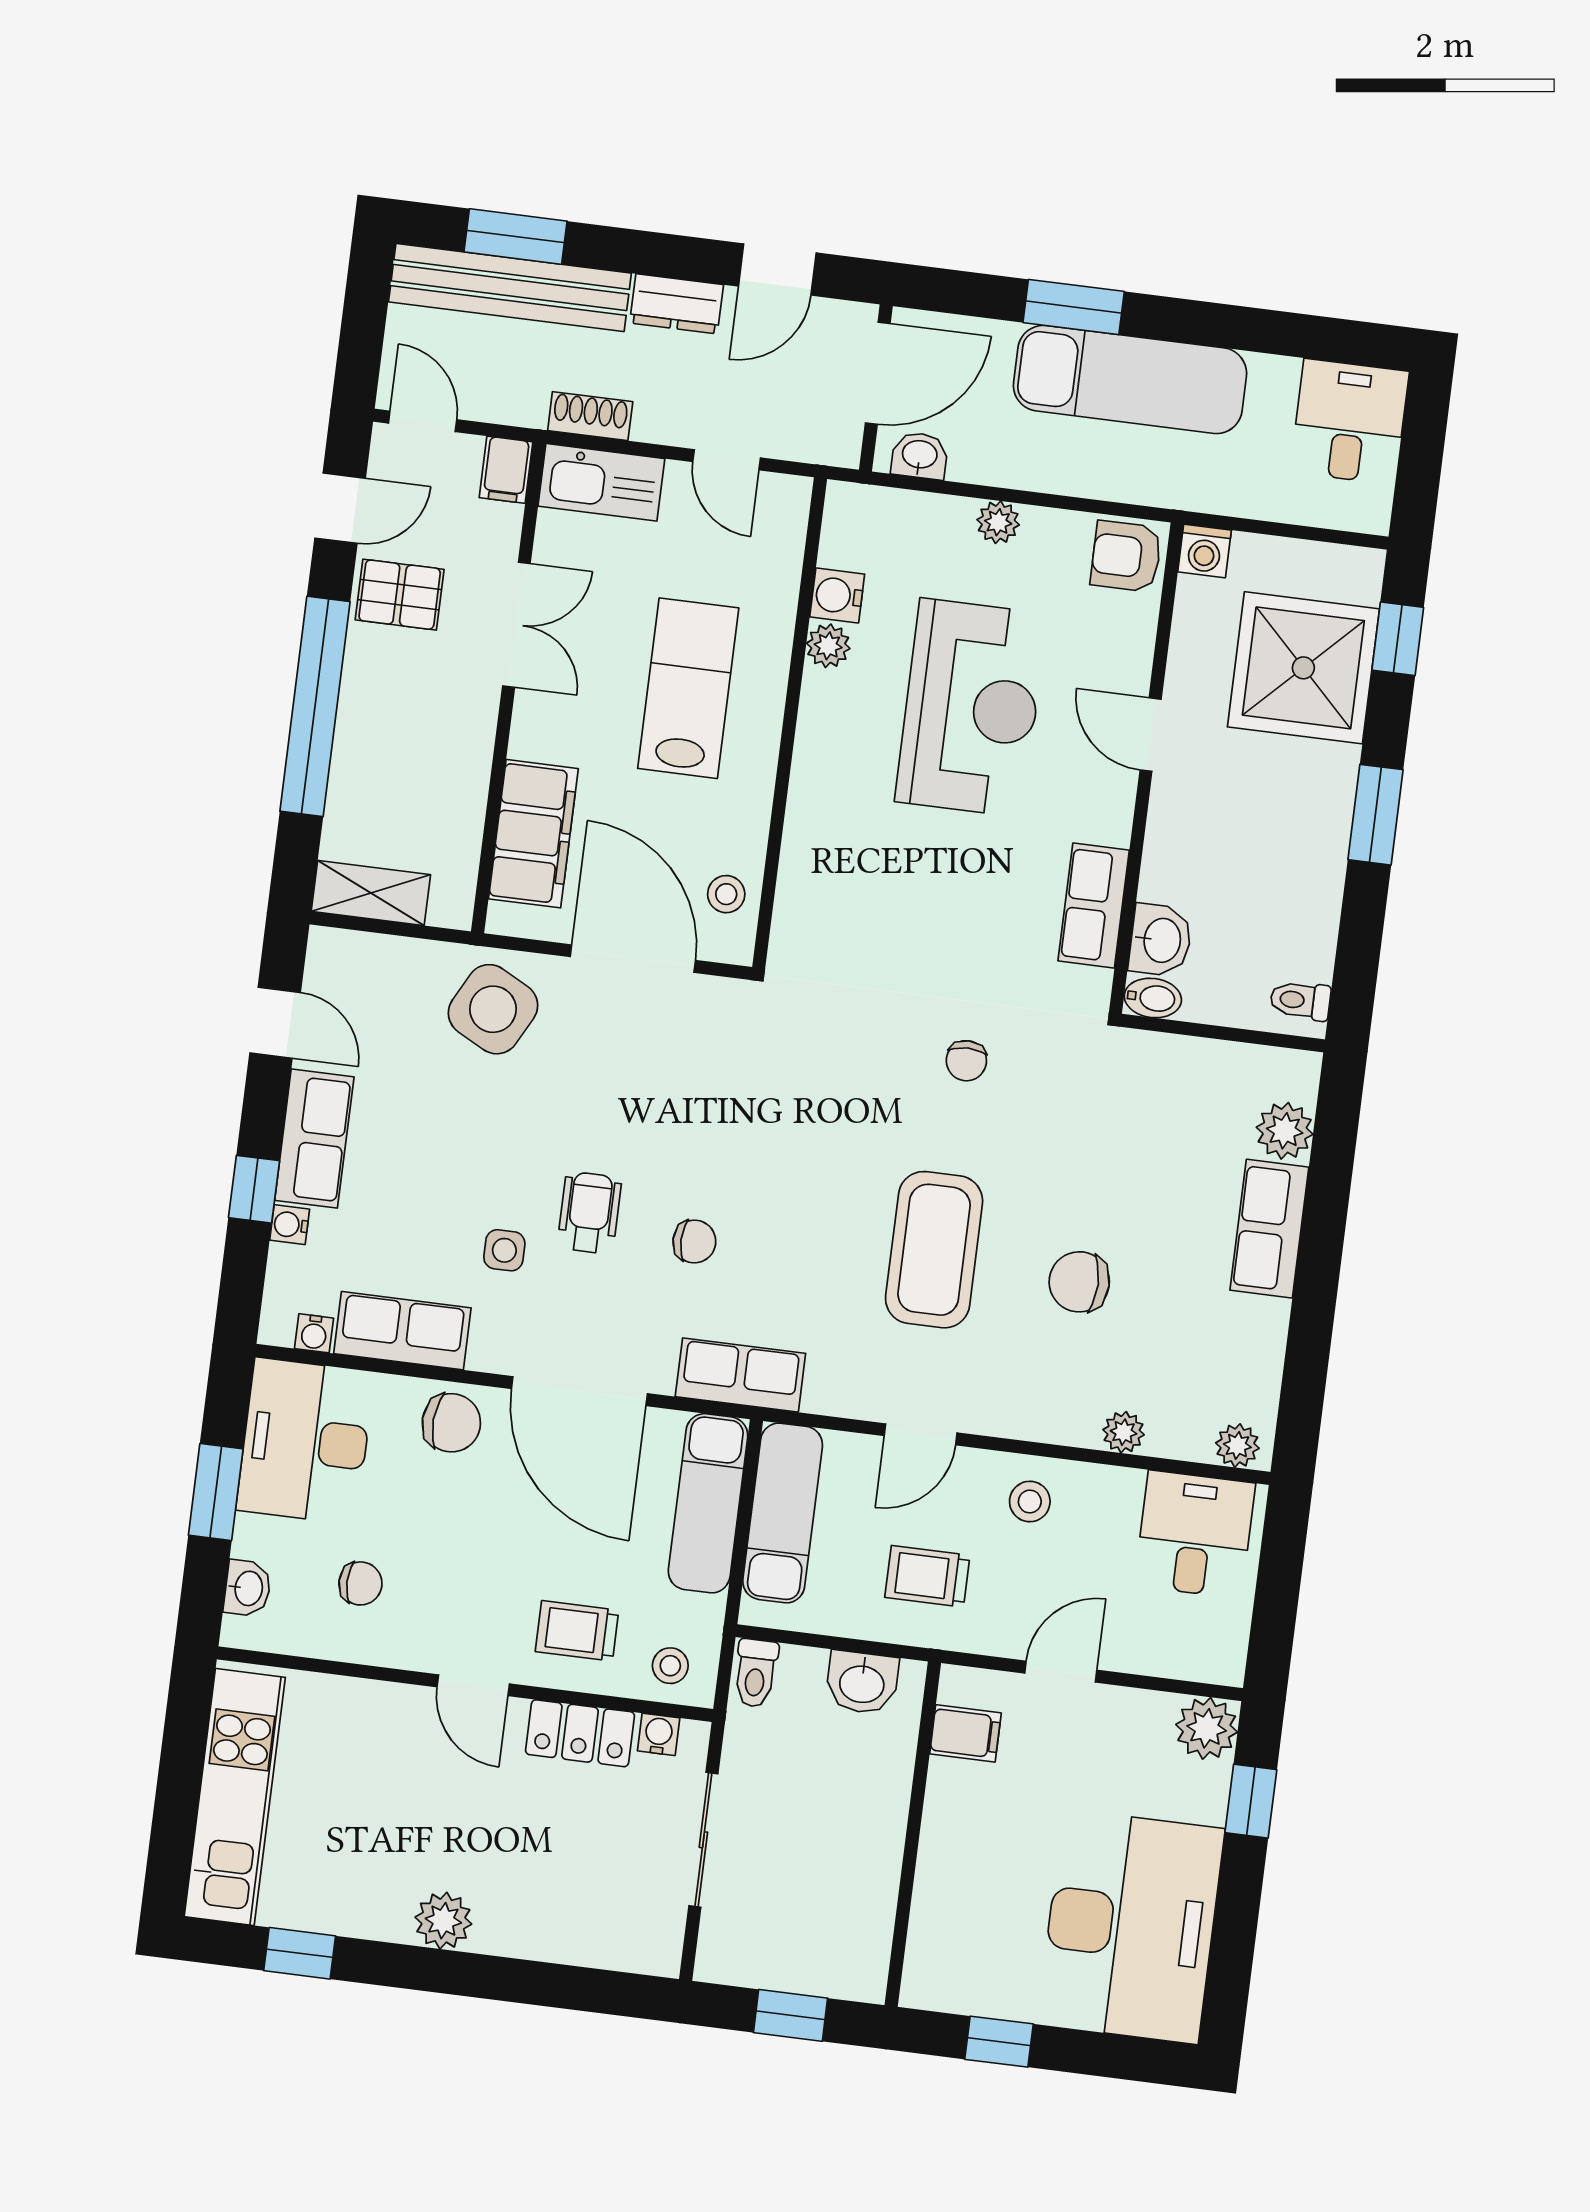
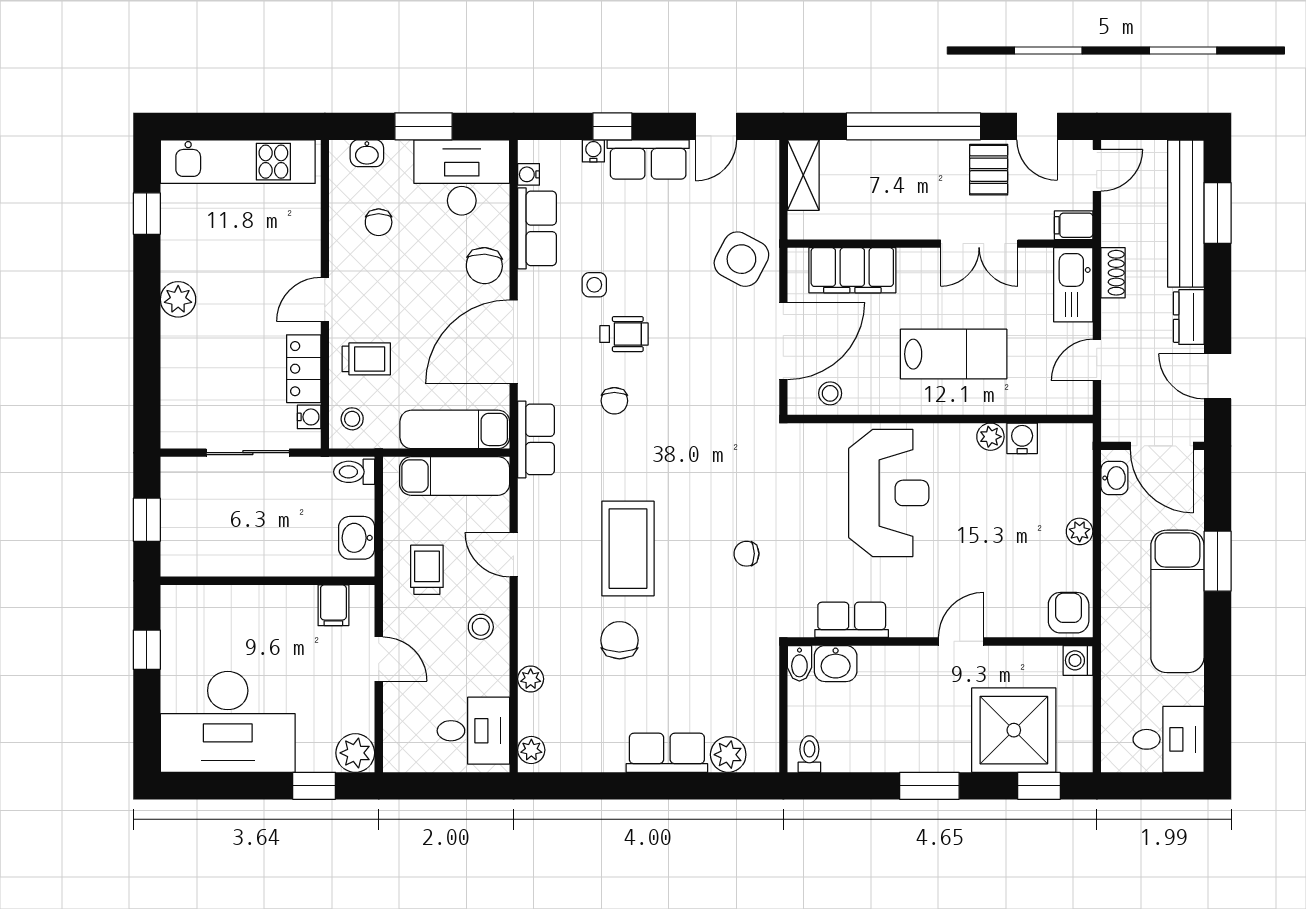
reception desk: (971, 708) -> (889, 493), moved, turned -90
coffee table: (934, 1250) -> (628, 549), turned 90
trolley: (577, 1631) -> (366, 359), turned 90

